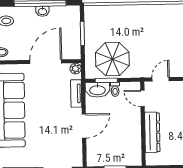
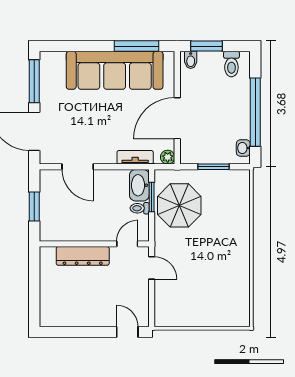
washbasin: (42, 11) -> (243, 148), moved
door: (46, 62) -> (177, 118), swing flipped
door: (84, 126) -> (78, 167), moved

